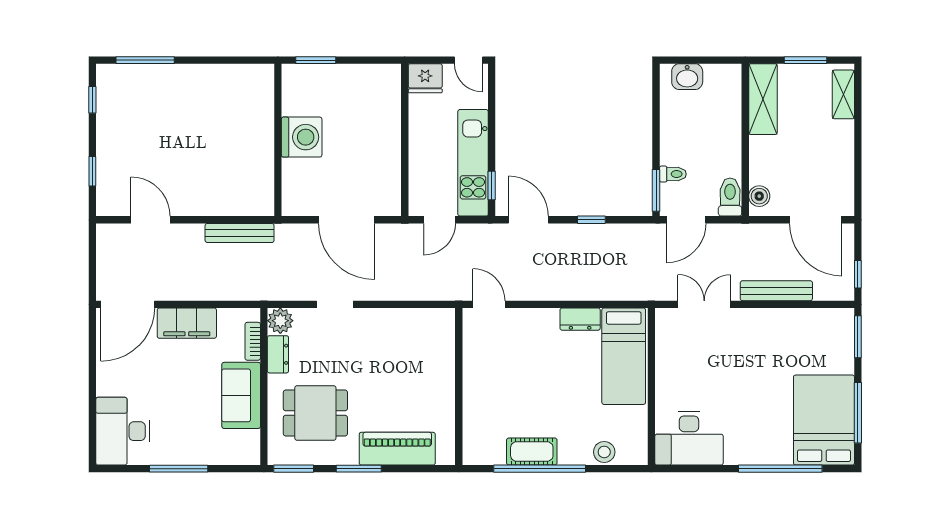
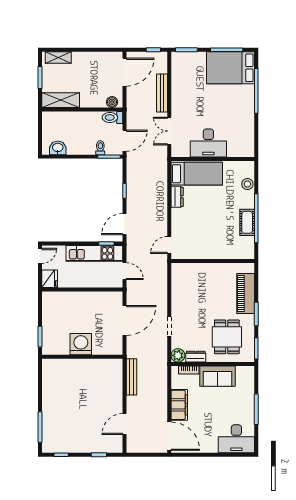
washbasin: (687, 77) -> (58, 148), moved, turned -90
door: (686, 220) -> (125, 141), hinge flipped
desk: (689, 438) -> (208, 143), moved, turned 90

